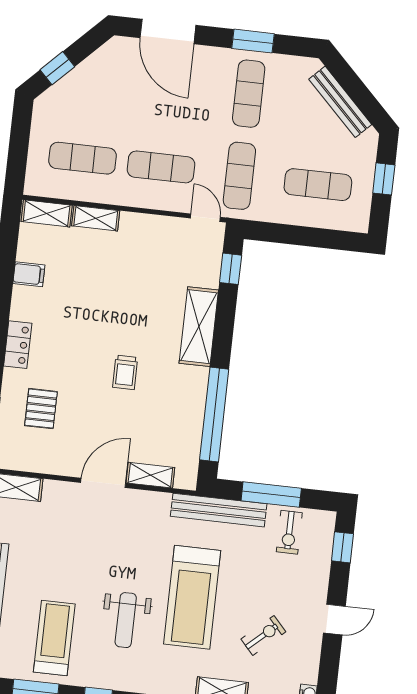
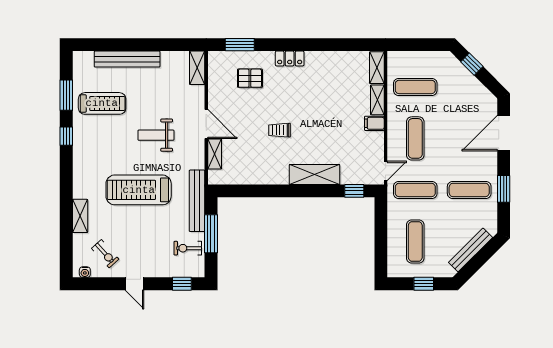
exercise mat: (83, 158) -> (415, 87), turned 90
filing cabinet: (29, 274) -> (374, 123), moved, turned 90
window: (214, 414) -> (259, 191), removed
weight bench: (126, 620) -> (156, 135), moved
exercise bike: (263, 635) -> (105, 254), moved

